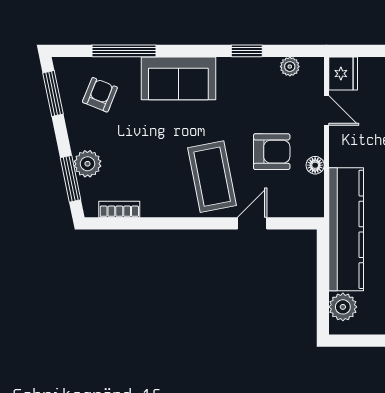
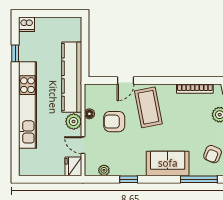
bookcase: (119, 209) -> (195, 89), width x1.56
plant: (343, 307) -> (74, 121), moved

